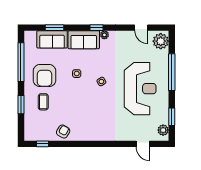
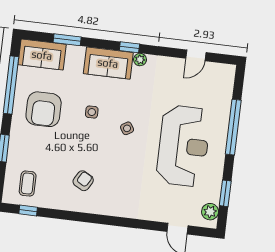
door: (141, 28) -> (196, 55), hinge flipped
sofa: (52, 39) -> (42, 55), moved
plant: (161, 41) -> (222, 79), removed
coffee table: (43, 102) -> (28, 184), moved
armchair: (63, 132) -> (83, 181), moved

